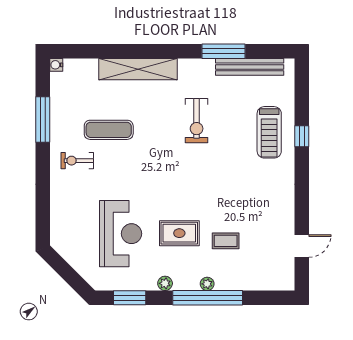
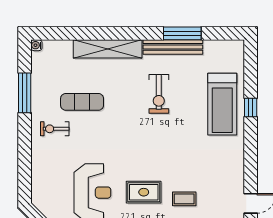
bench: (250, 67) -> (173, 47), moved
treadmill: (269, 132) -> (222, 104), width x1.37, depth x1.38

